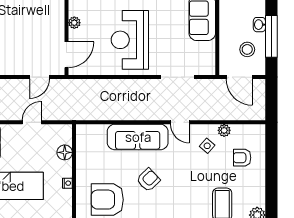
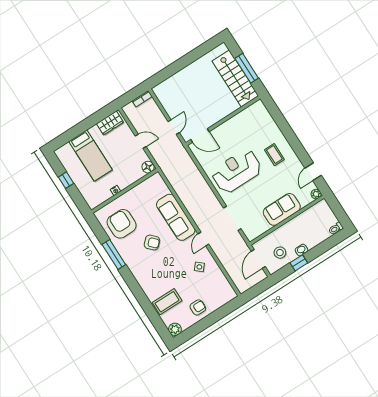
plant: (74, 23) -> (224, 127), removed
window: (271, 36) -> (299, 263), width x0.46
door: (39, 77) -> (174, 127), swing flipped
plant: (224, 130) -> (217, 272), removed
floor lamp: (65, 152) -> (148, 167), moved
armchair: (242, 158) -> (198, 307), moved, turned 90

